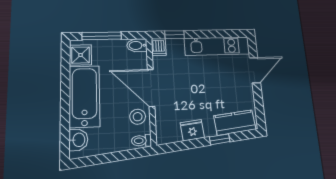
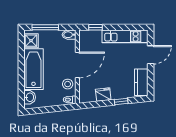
dishwasher: (159, 47) -> (84, 36), removed
door: (151, 88) -> (77, 65), swing flipped
kitchen counter: (235, 123) -> (141, 82), moved, turned -84

